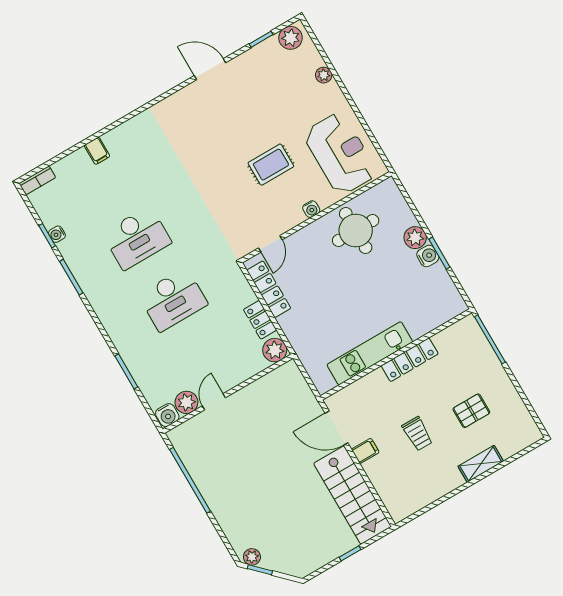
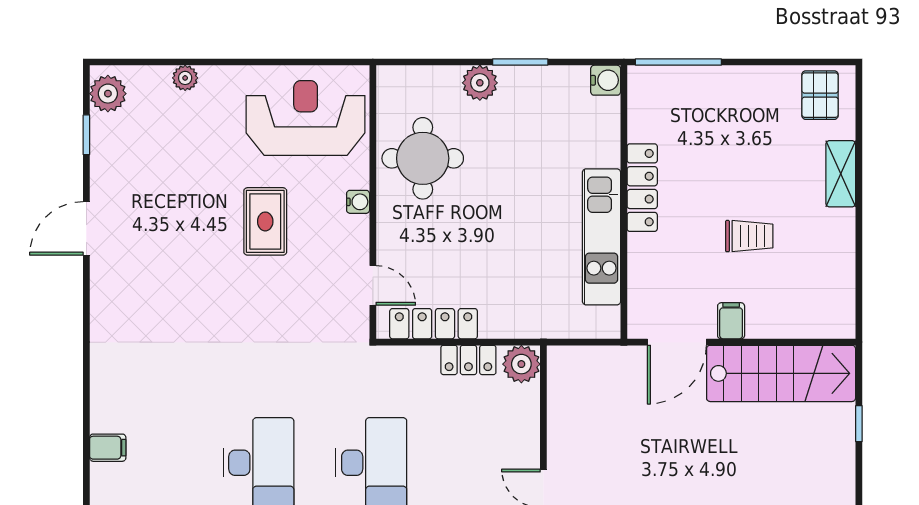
water cooler: (428, 256) -> (606, 80), moved, turned 90
pallet: (471, 411) -> (820, 95), moved

